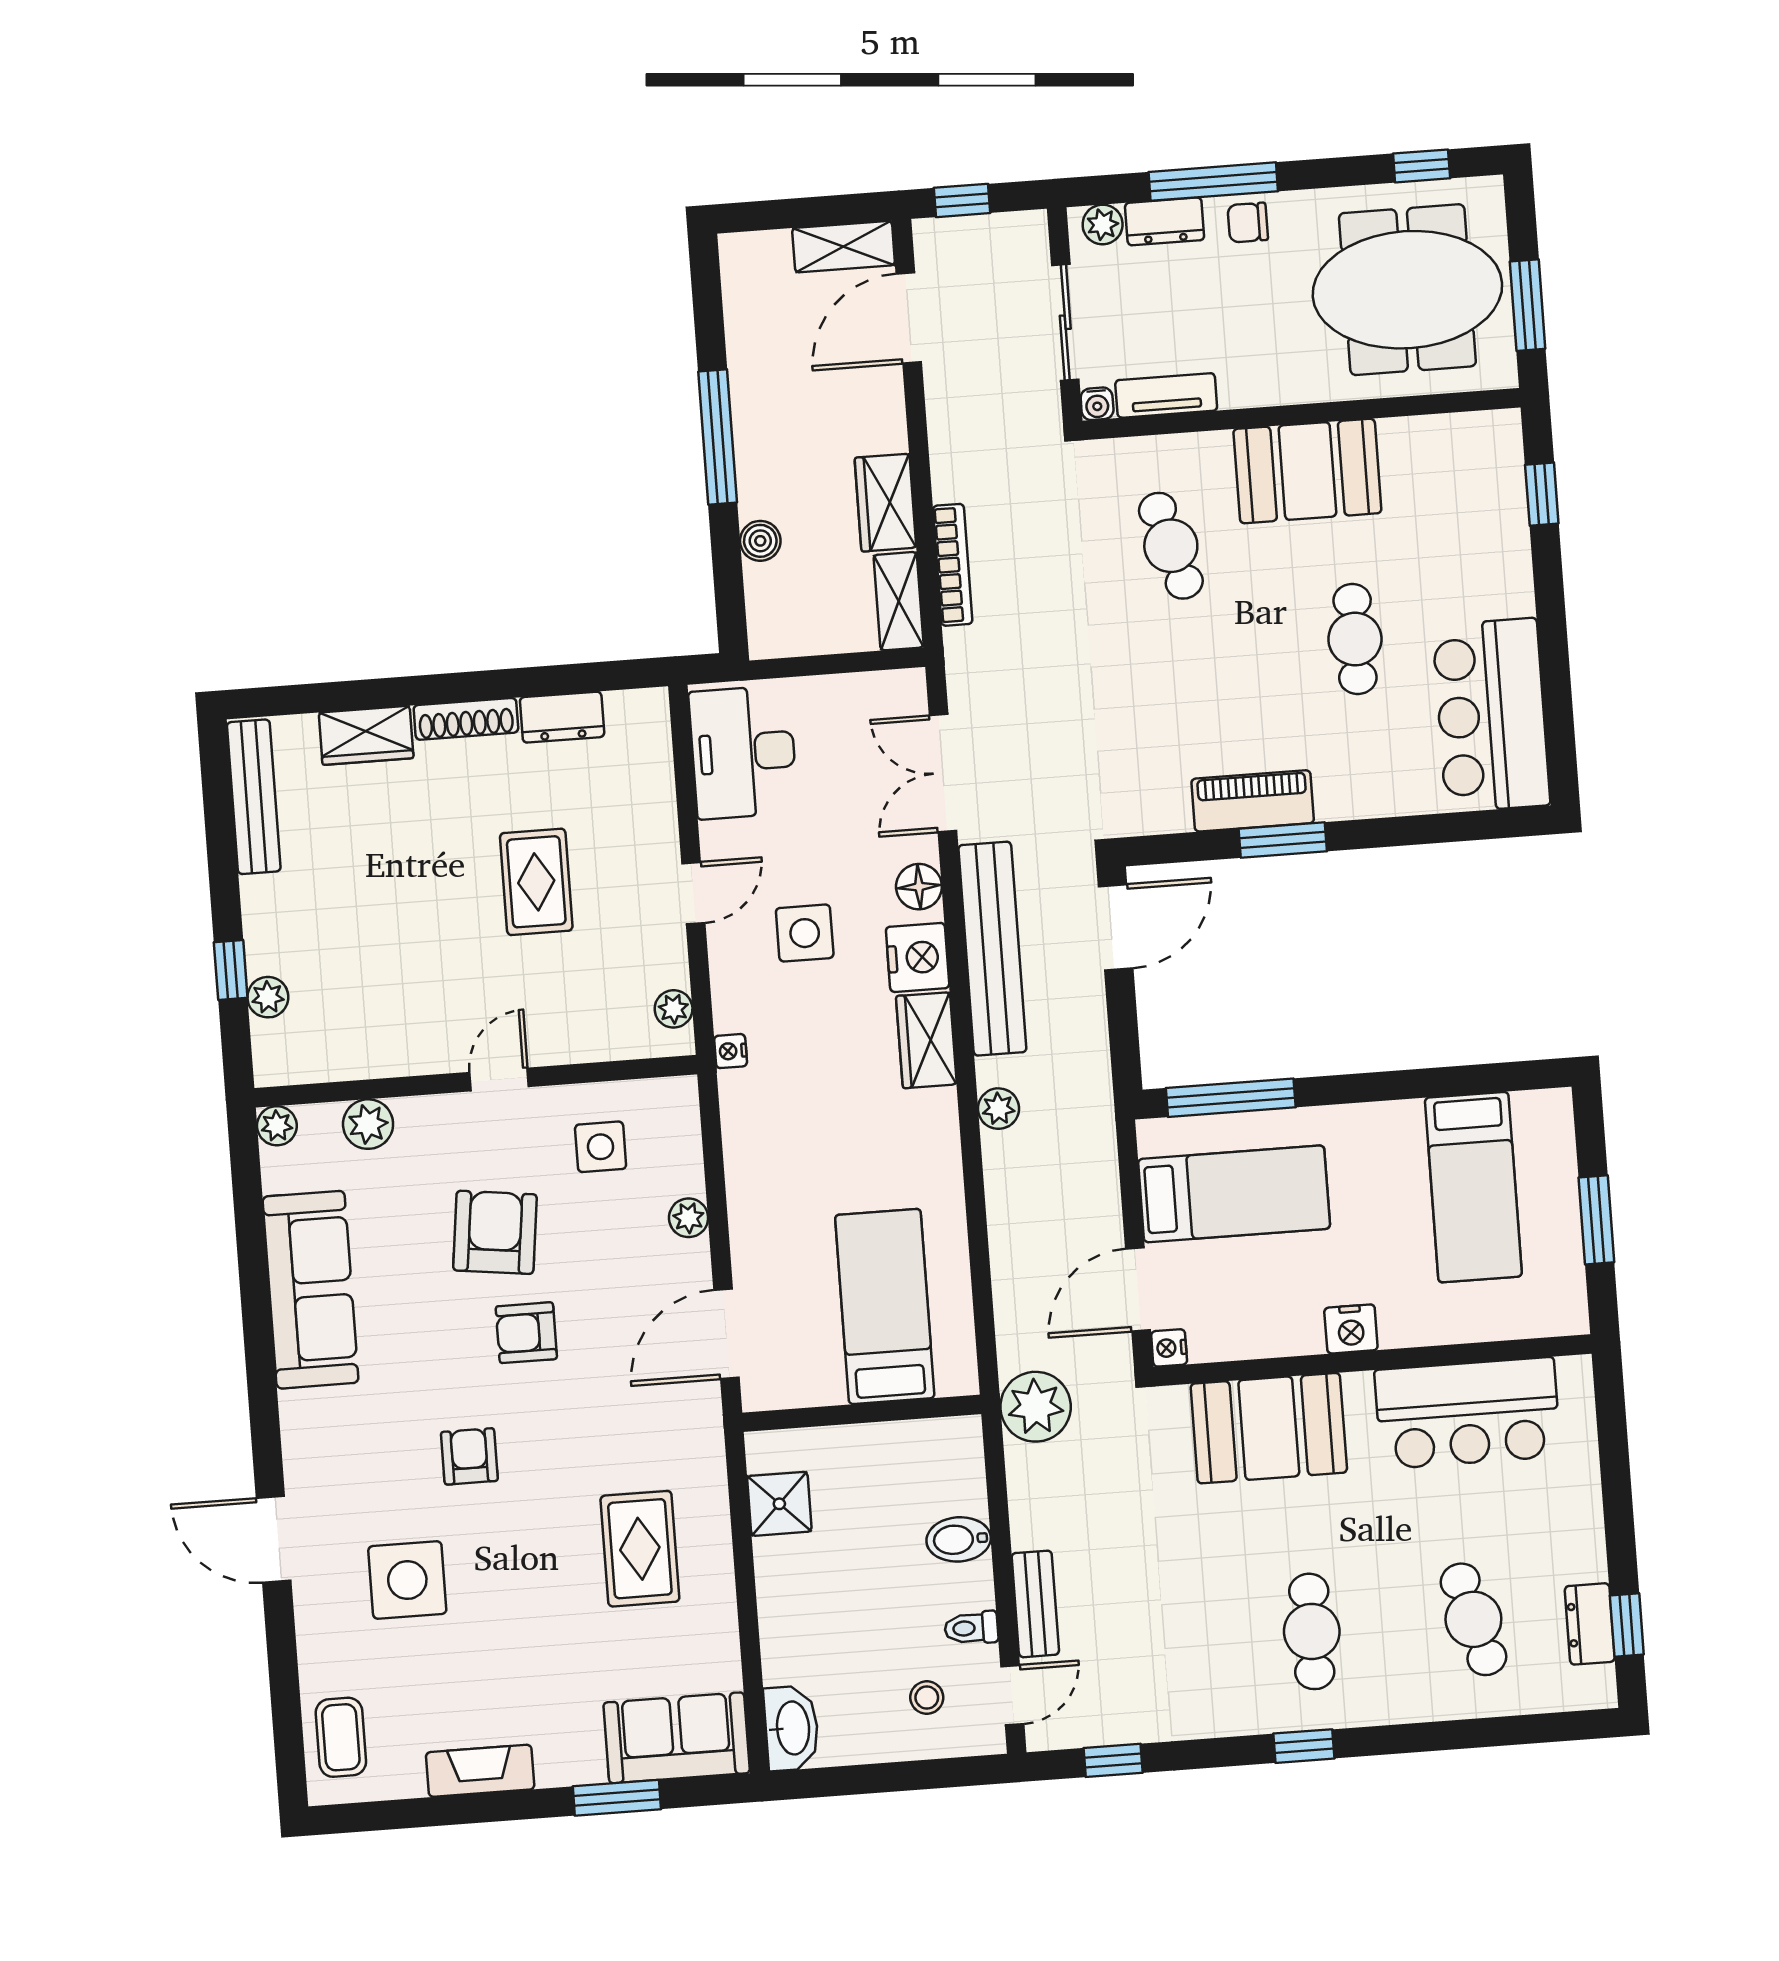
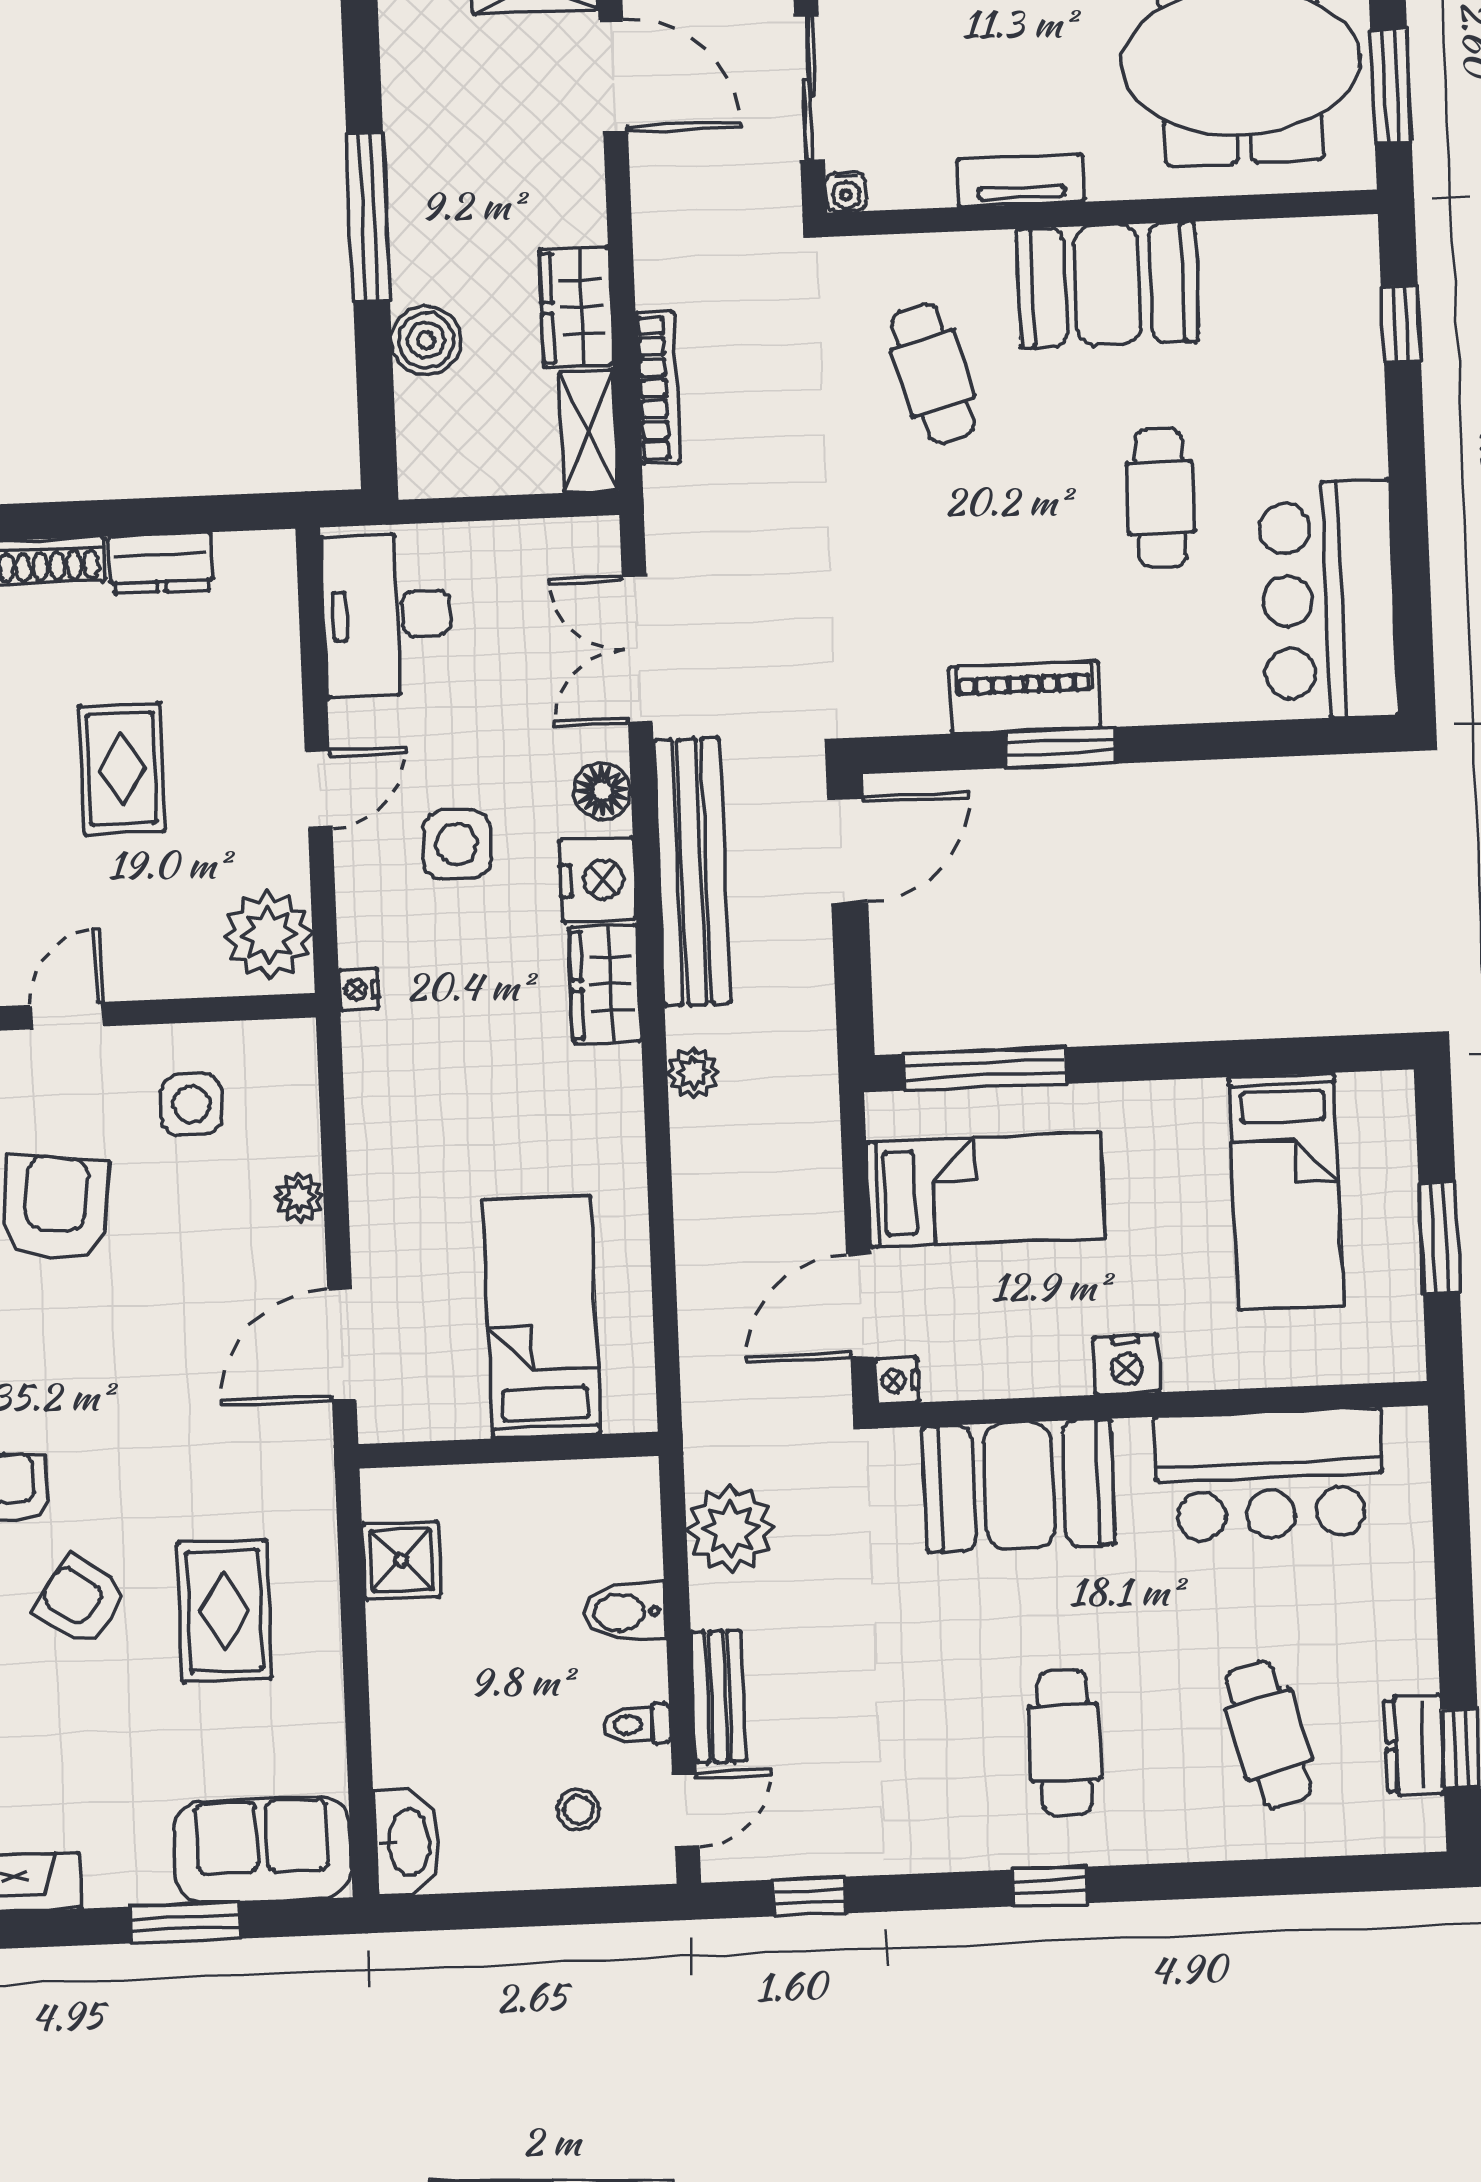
door: (909, 318) -> (613, 76), swing flipped
tv unit: (1166, 395) -> (1021, 180), moved
boiler: (760, 541) -> (426, 340), width x1.36, depth x1.36
plant: (674, 1009) -> (268, 935), width x1.87, depth x1.87
armchair: (526, 1333) -> (81, 1601), moved, turned 34
plant: (1036, 1407) -> (730, 1529), moved

